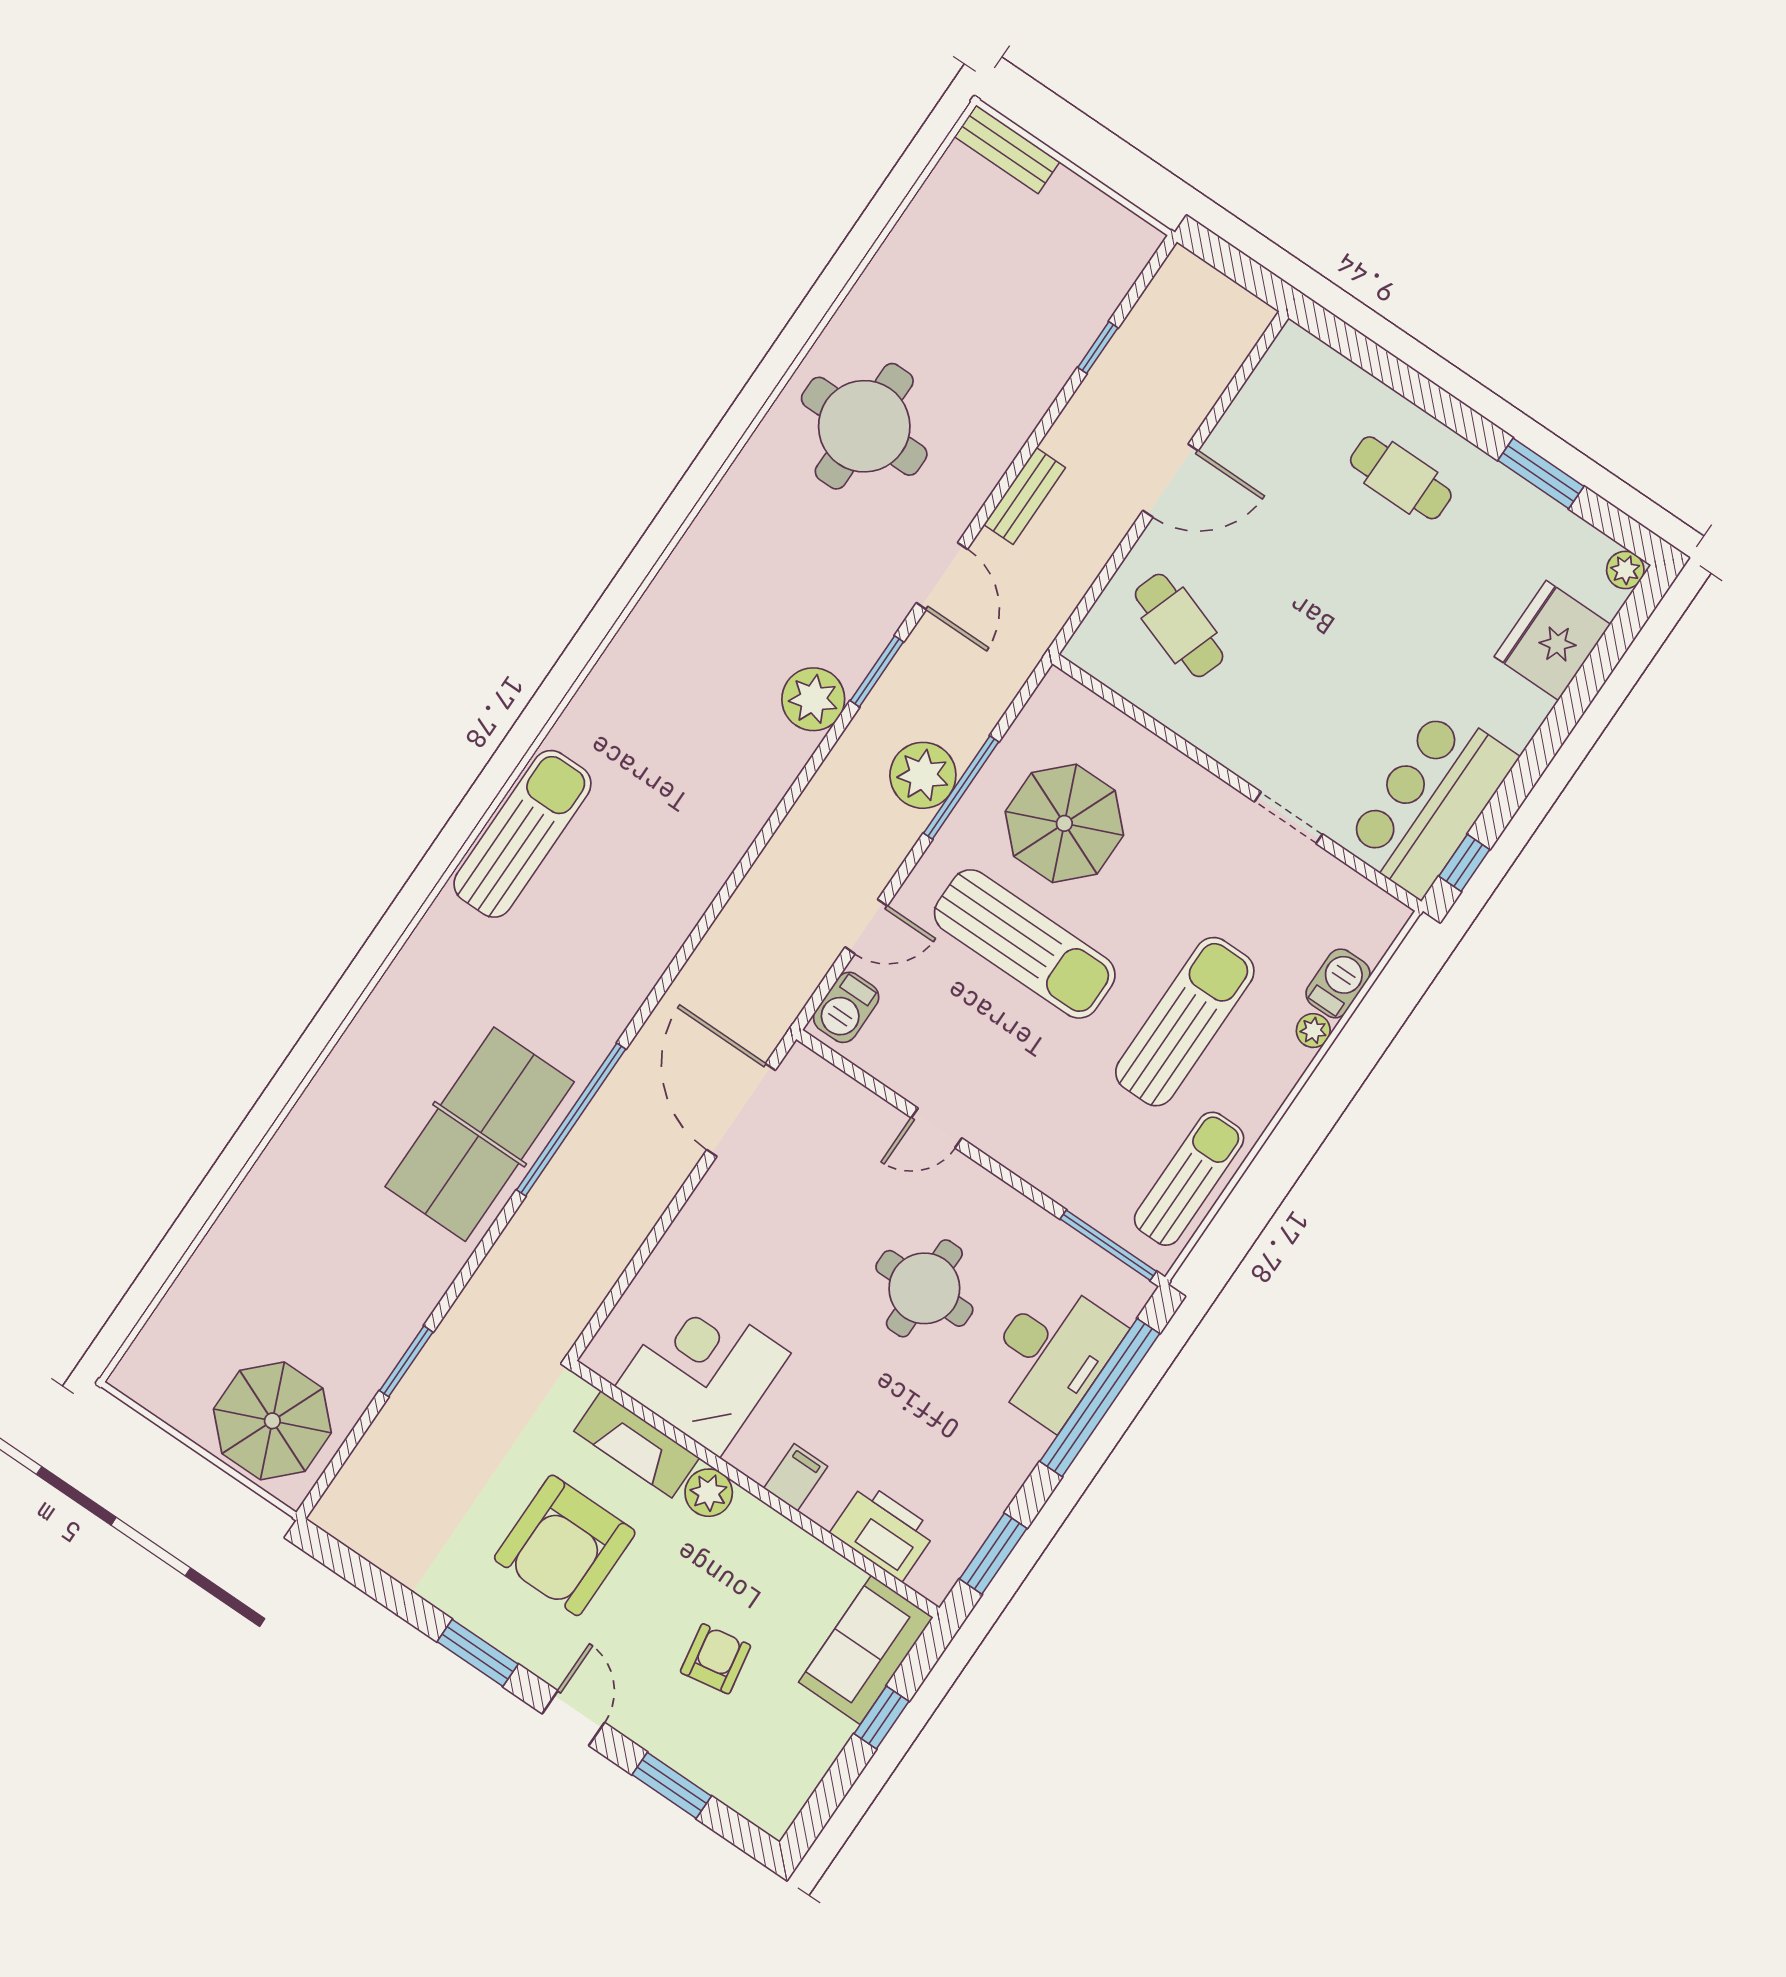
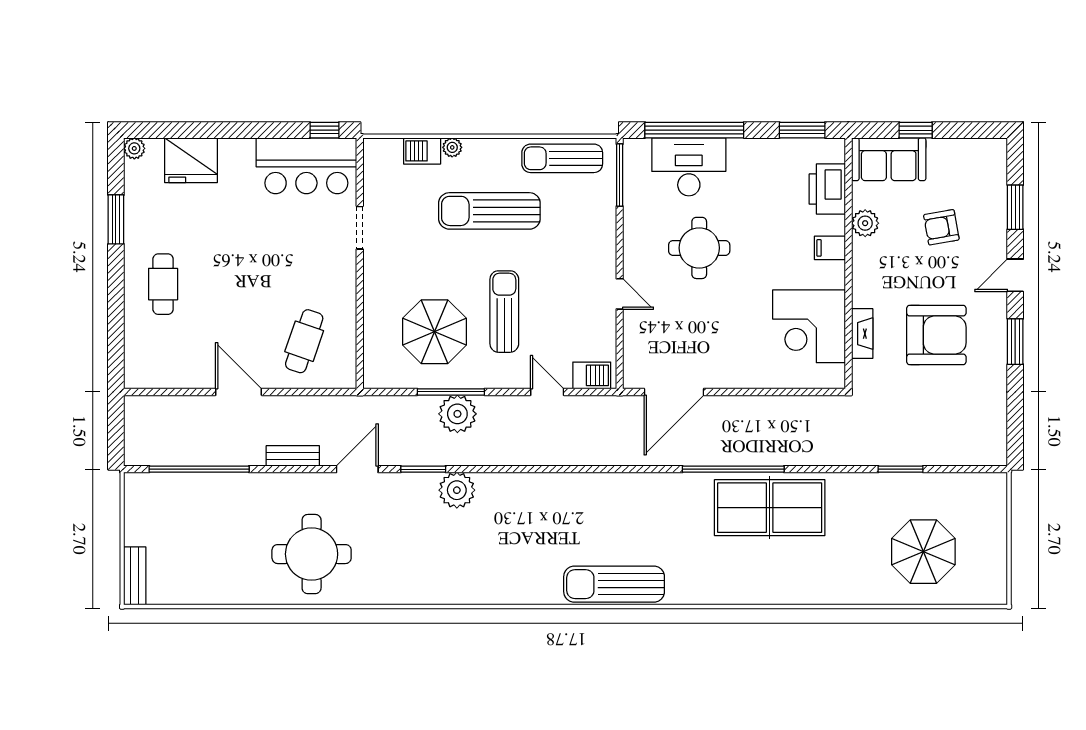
window: (1098, 348) -> (199, 469), width x3.17
sun lounger: (1025, 944) -> (504, 312), width x0.73, depth x0.75
parasol: (272, 1421) -> (923, 552), moved
fireplace: (637, 1444) -> (862, 334), width x0.73, depth x0.76
plant: (709, 1493) -> (865, 223), moved

